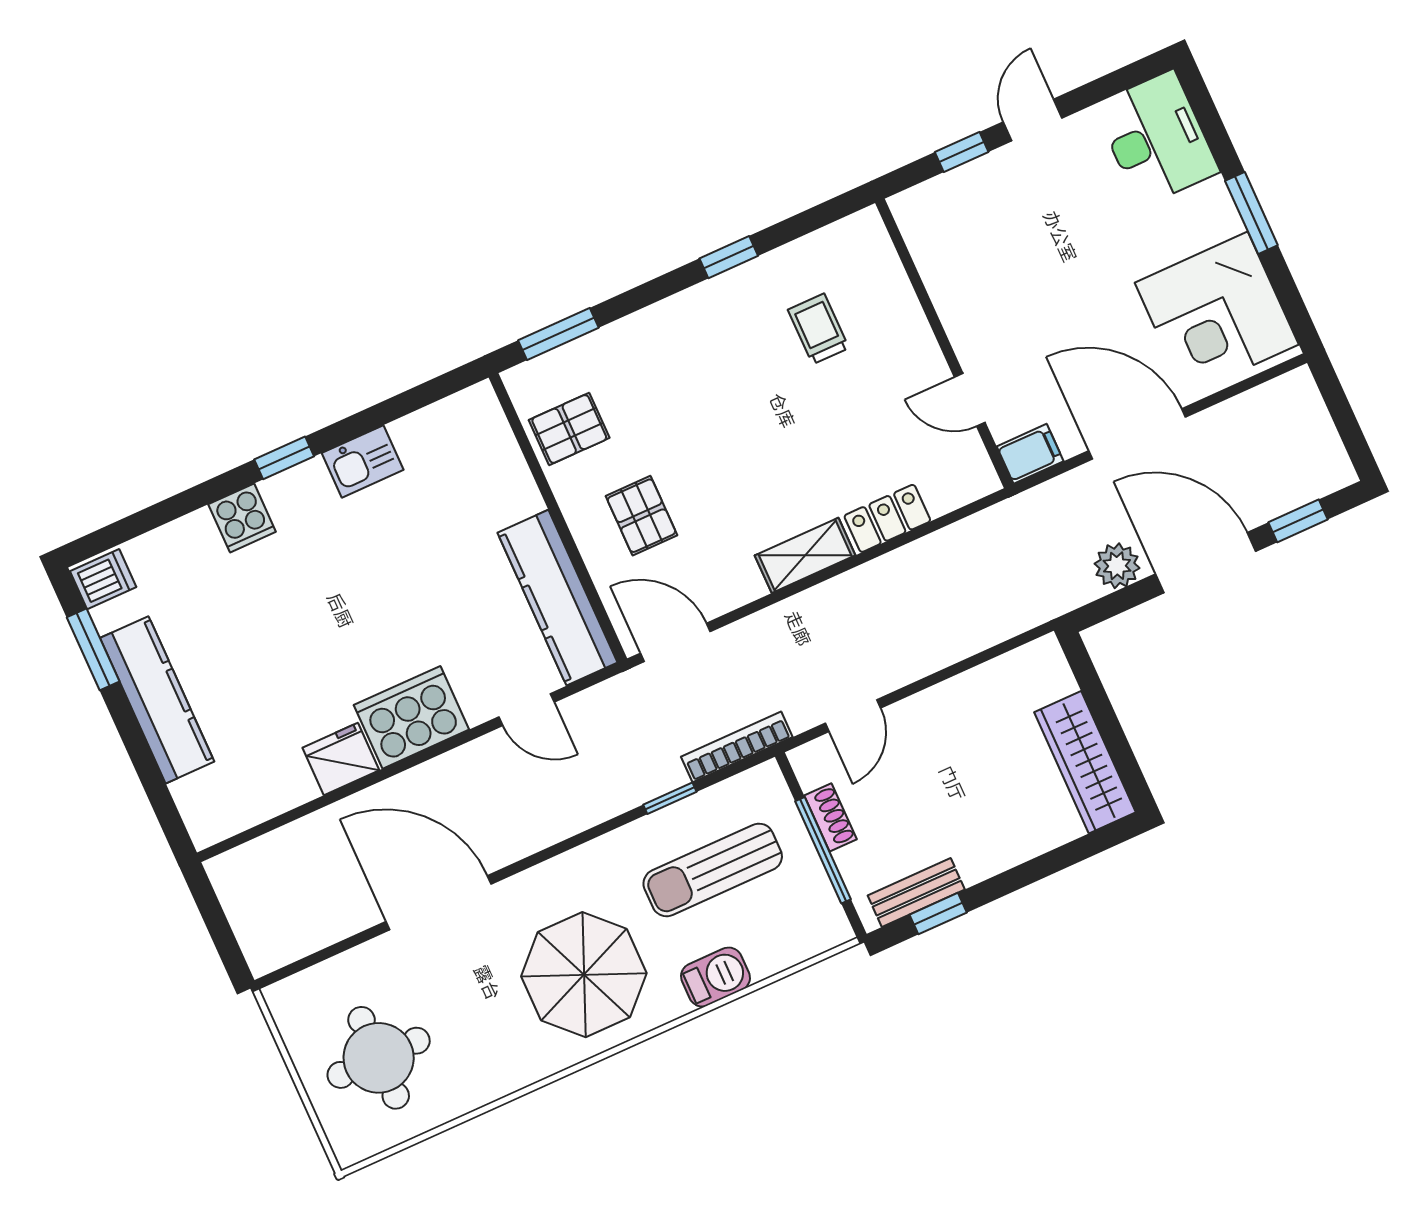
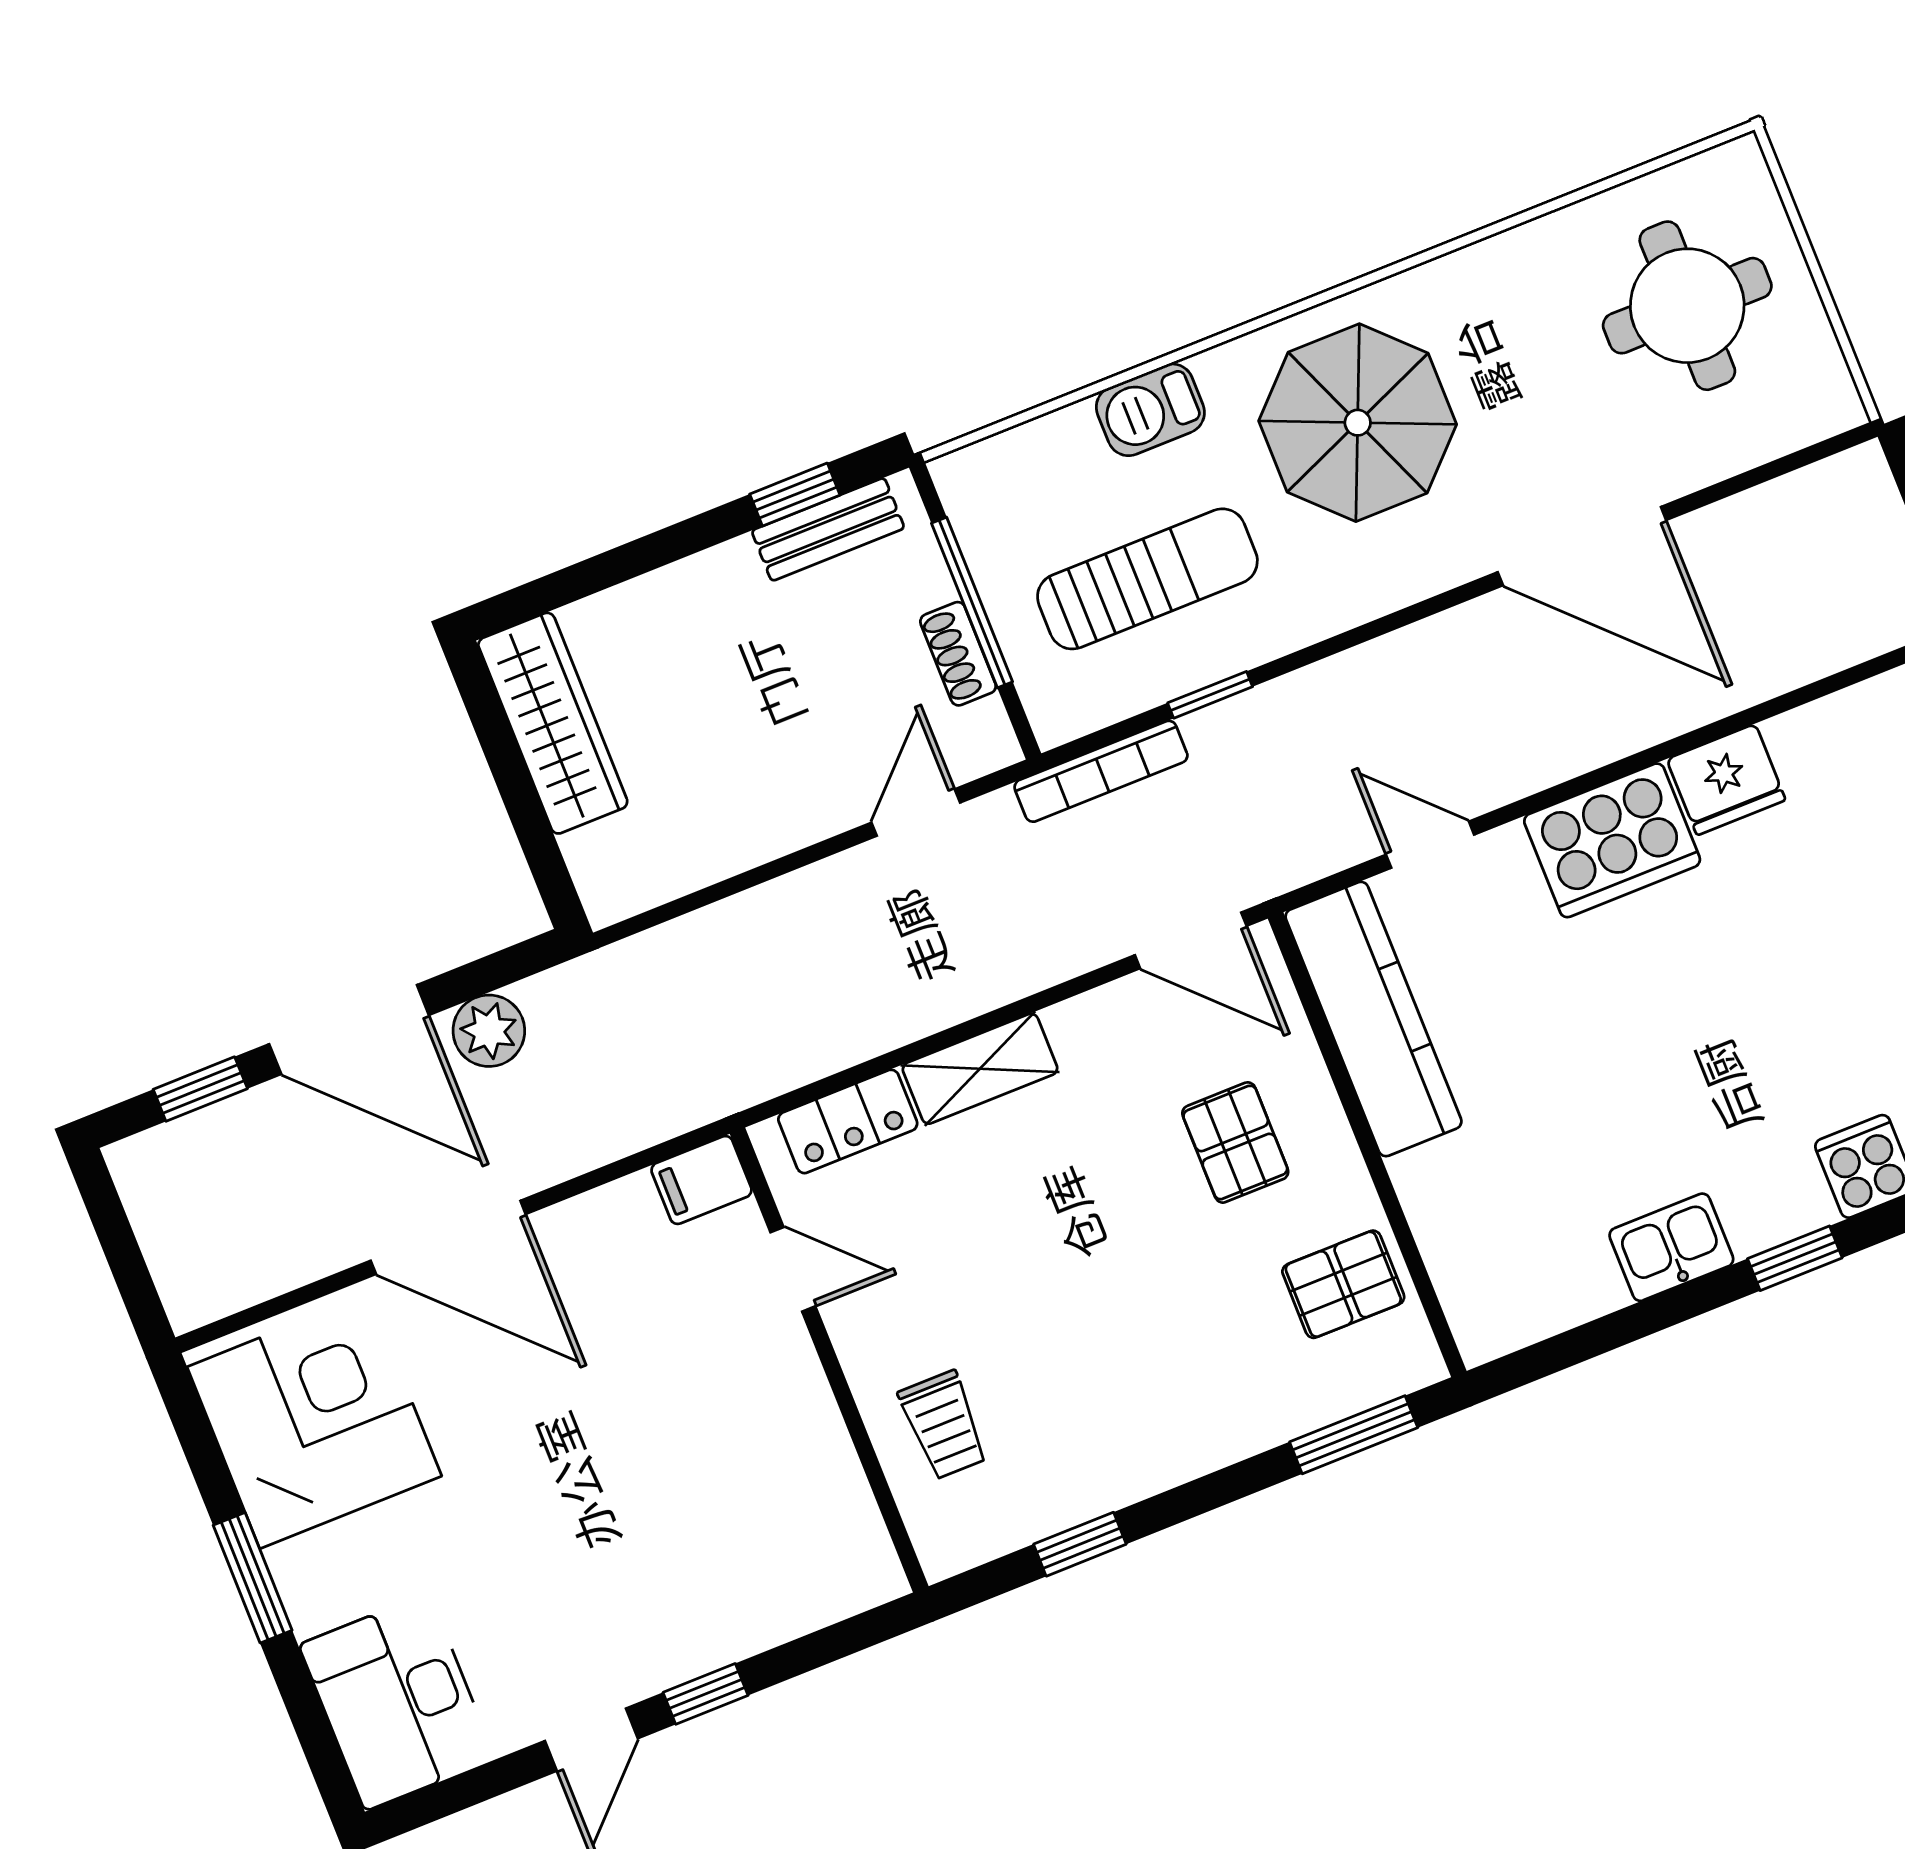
wall: (944, 343) -> (829, 1360), moved
door: (970, 400) -> (793, 1269), moved
filing cabinet: (1030, 454) -> (701, 1180), moved

